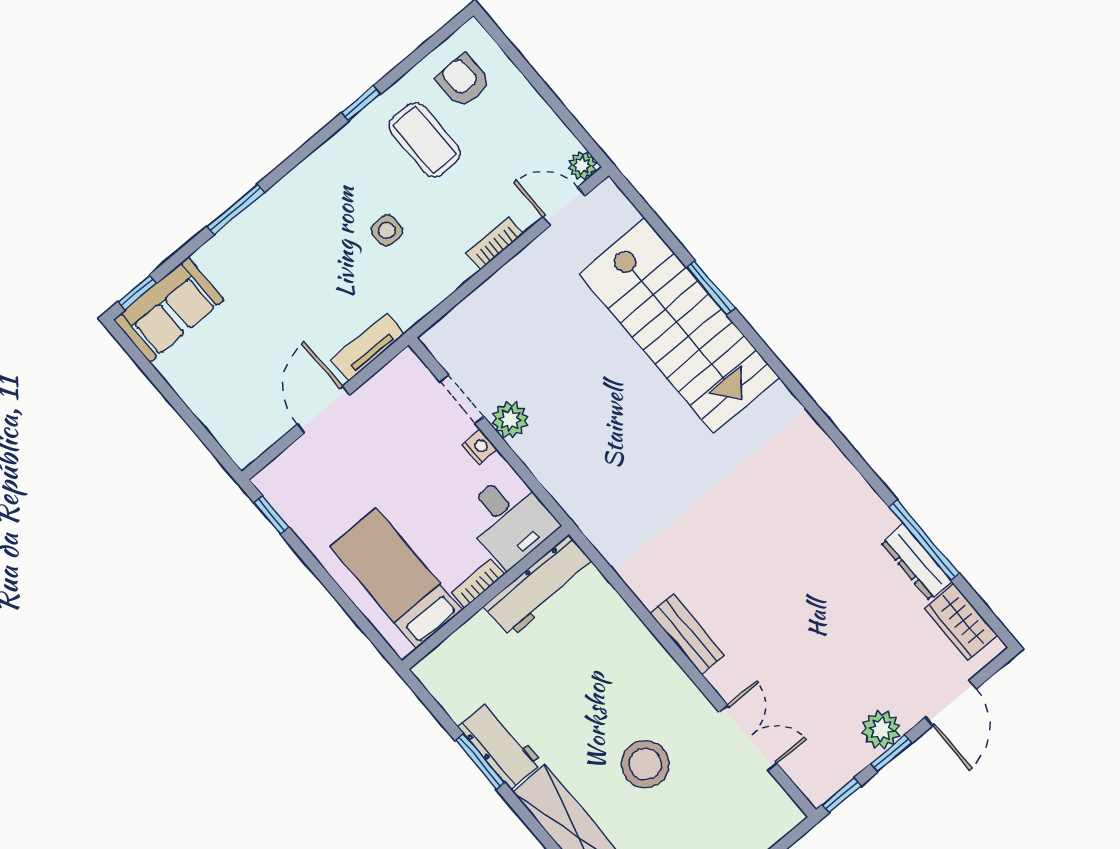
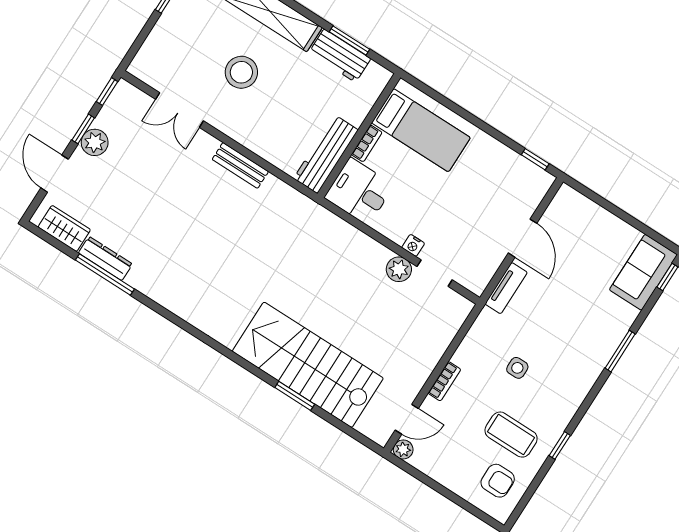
desk: (509, 519) -> (359, 191), moved
bed: (396, 578) -> (421, 130), moved
bookcase: (478, 583) -> (367, 143), moved
workbench: (540, 586) -> (326, 154), moved
wall: (485, 598) -> (359, 136), moved

